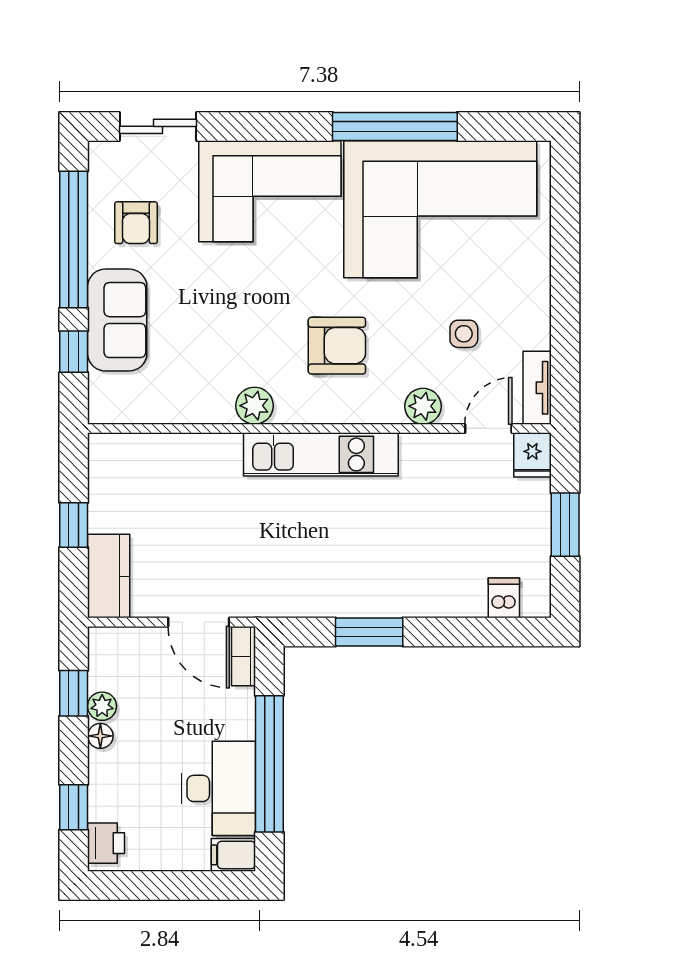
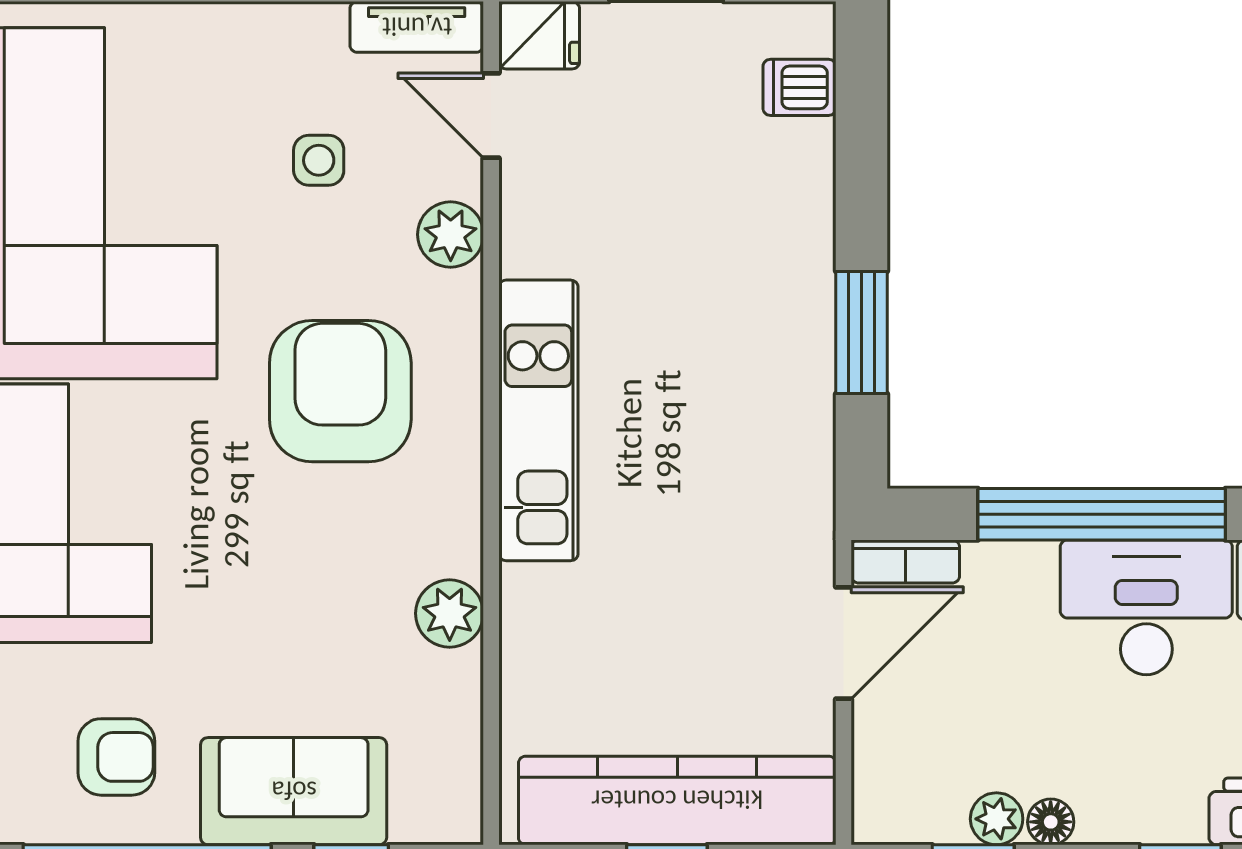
armchair: (337, 346) -> (340, 391), width x1.36, depth x1.36
plant: (255, 406) -> (450, 613), moved
kitchen counter: (109, 576) -> (677, 800), width x2.08, depth x1.17

